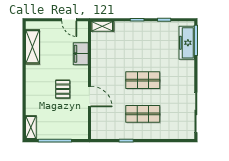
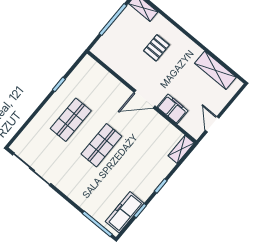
door: (69, 20) -> (212, 124), hinge flipped
freezer: (187, 43) -> (125, 212), moved, turned -90
pallet: (63, 89) -> (156, 48), moved, turned 90
door: (89, 97) -> (145, 99), moved

